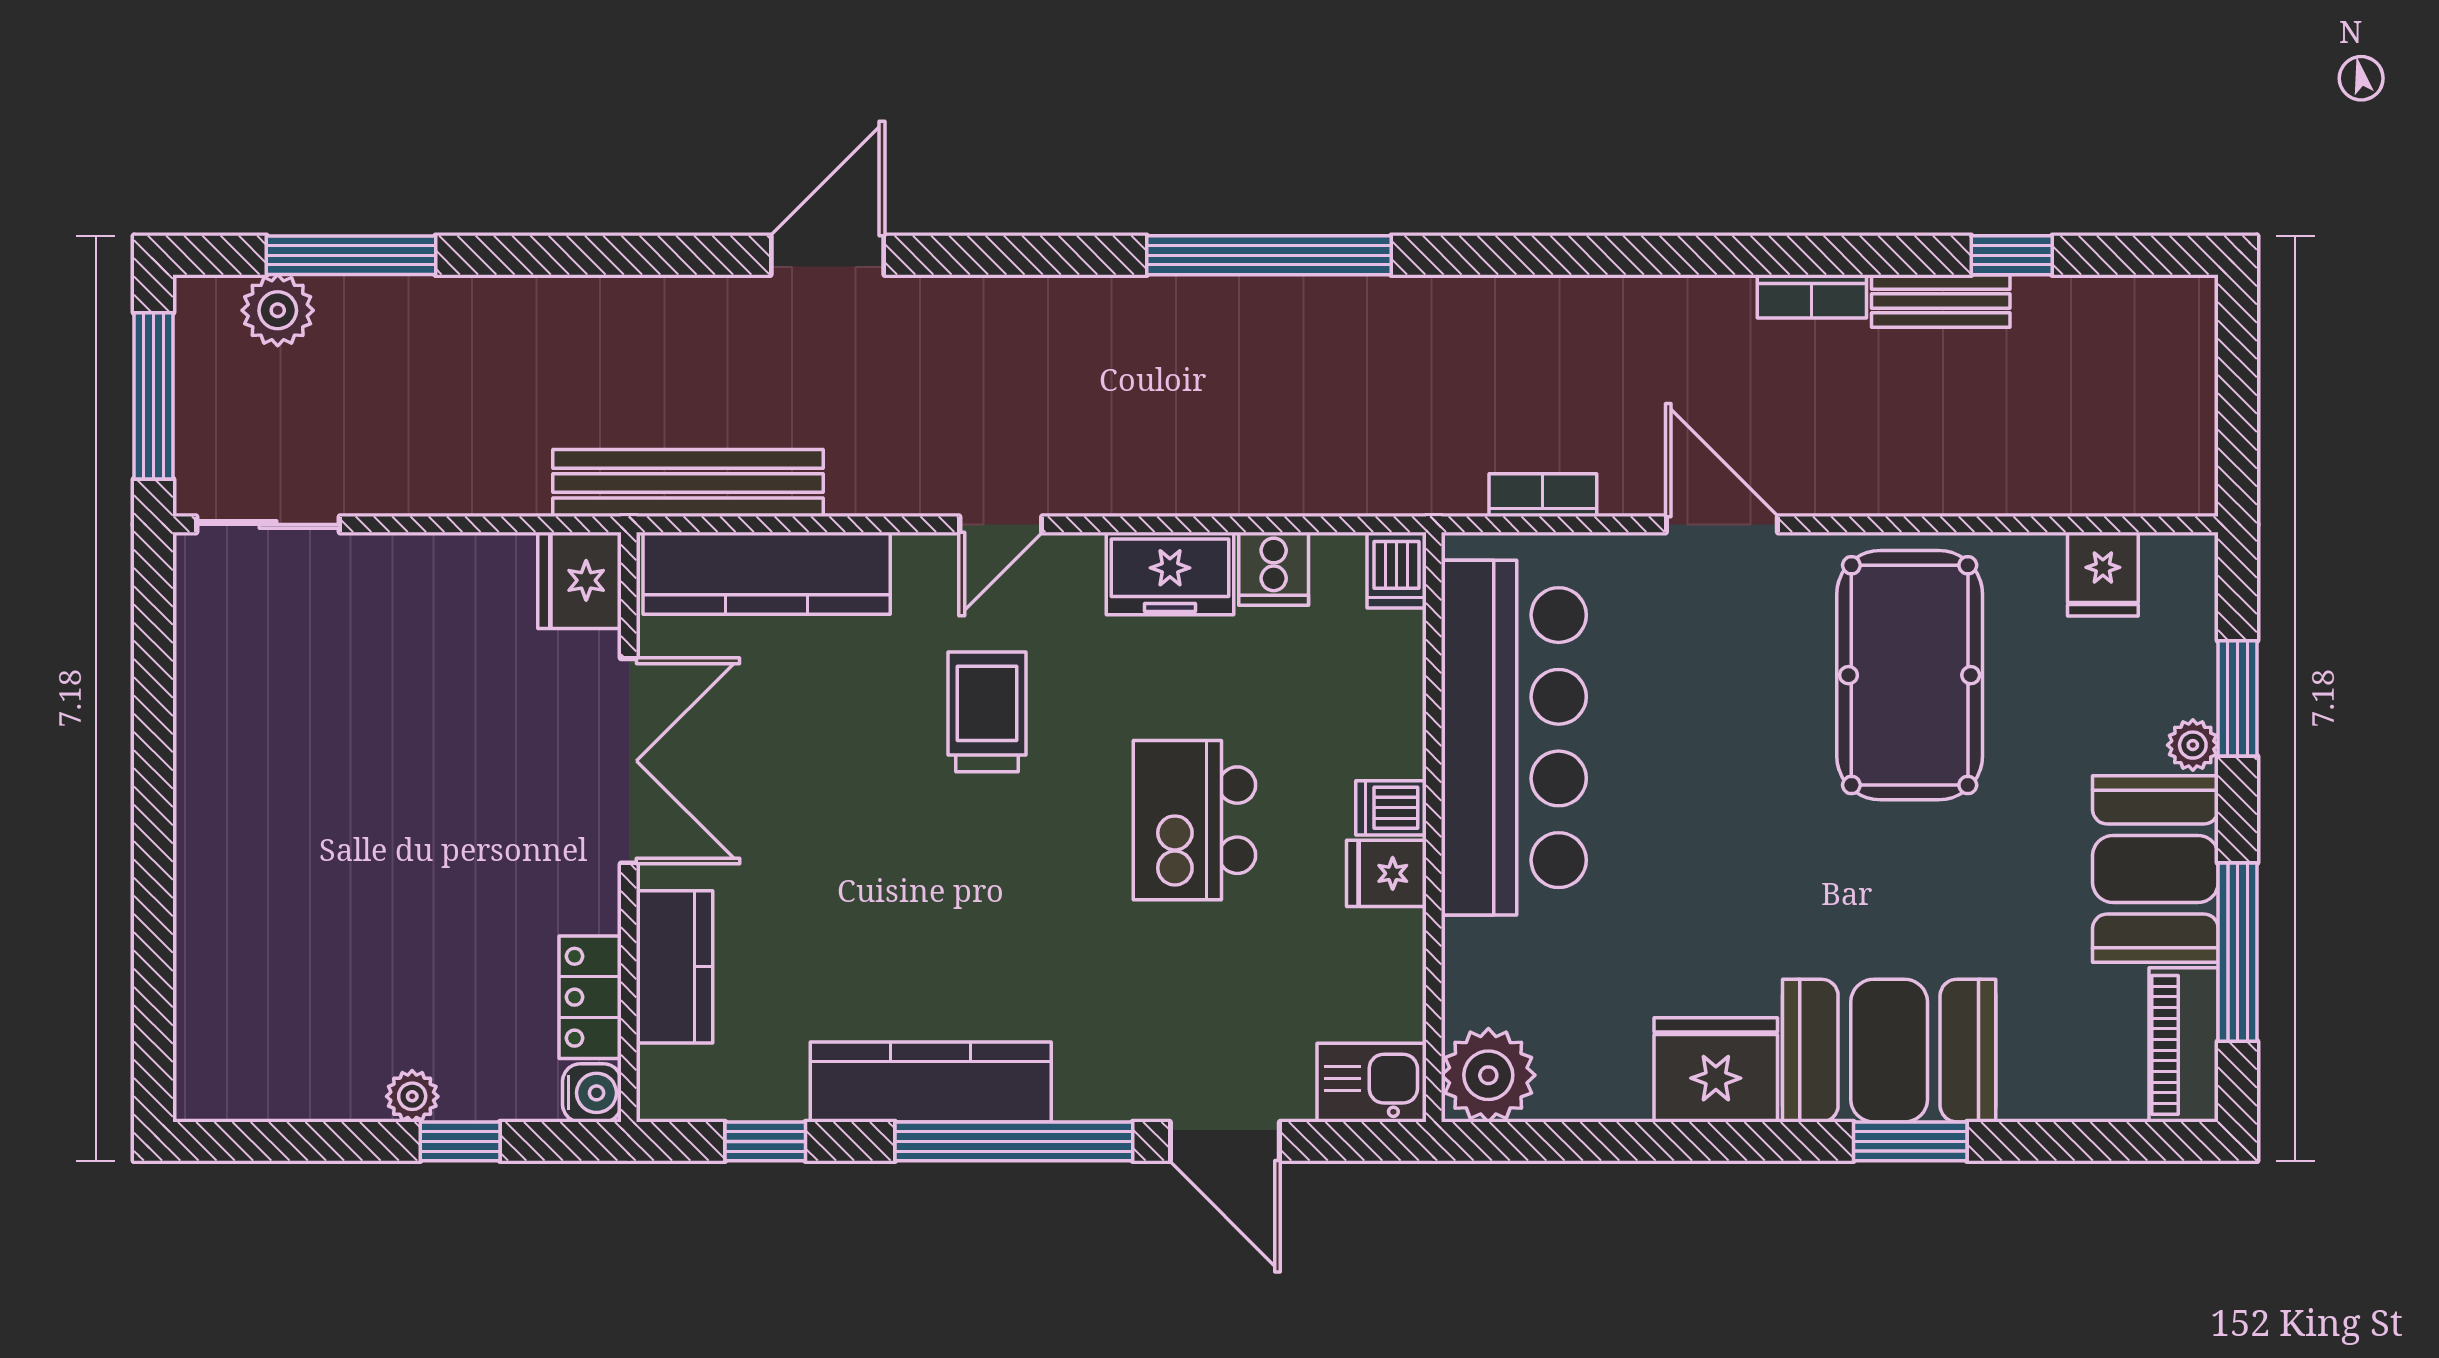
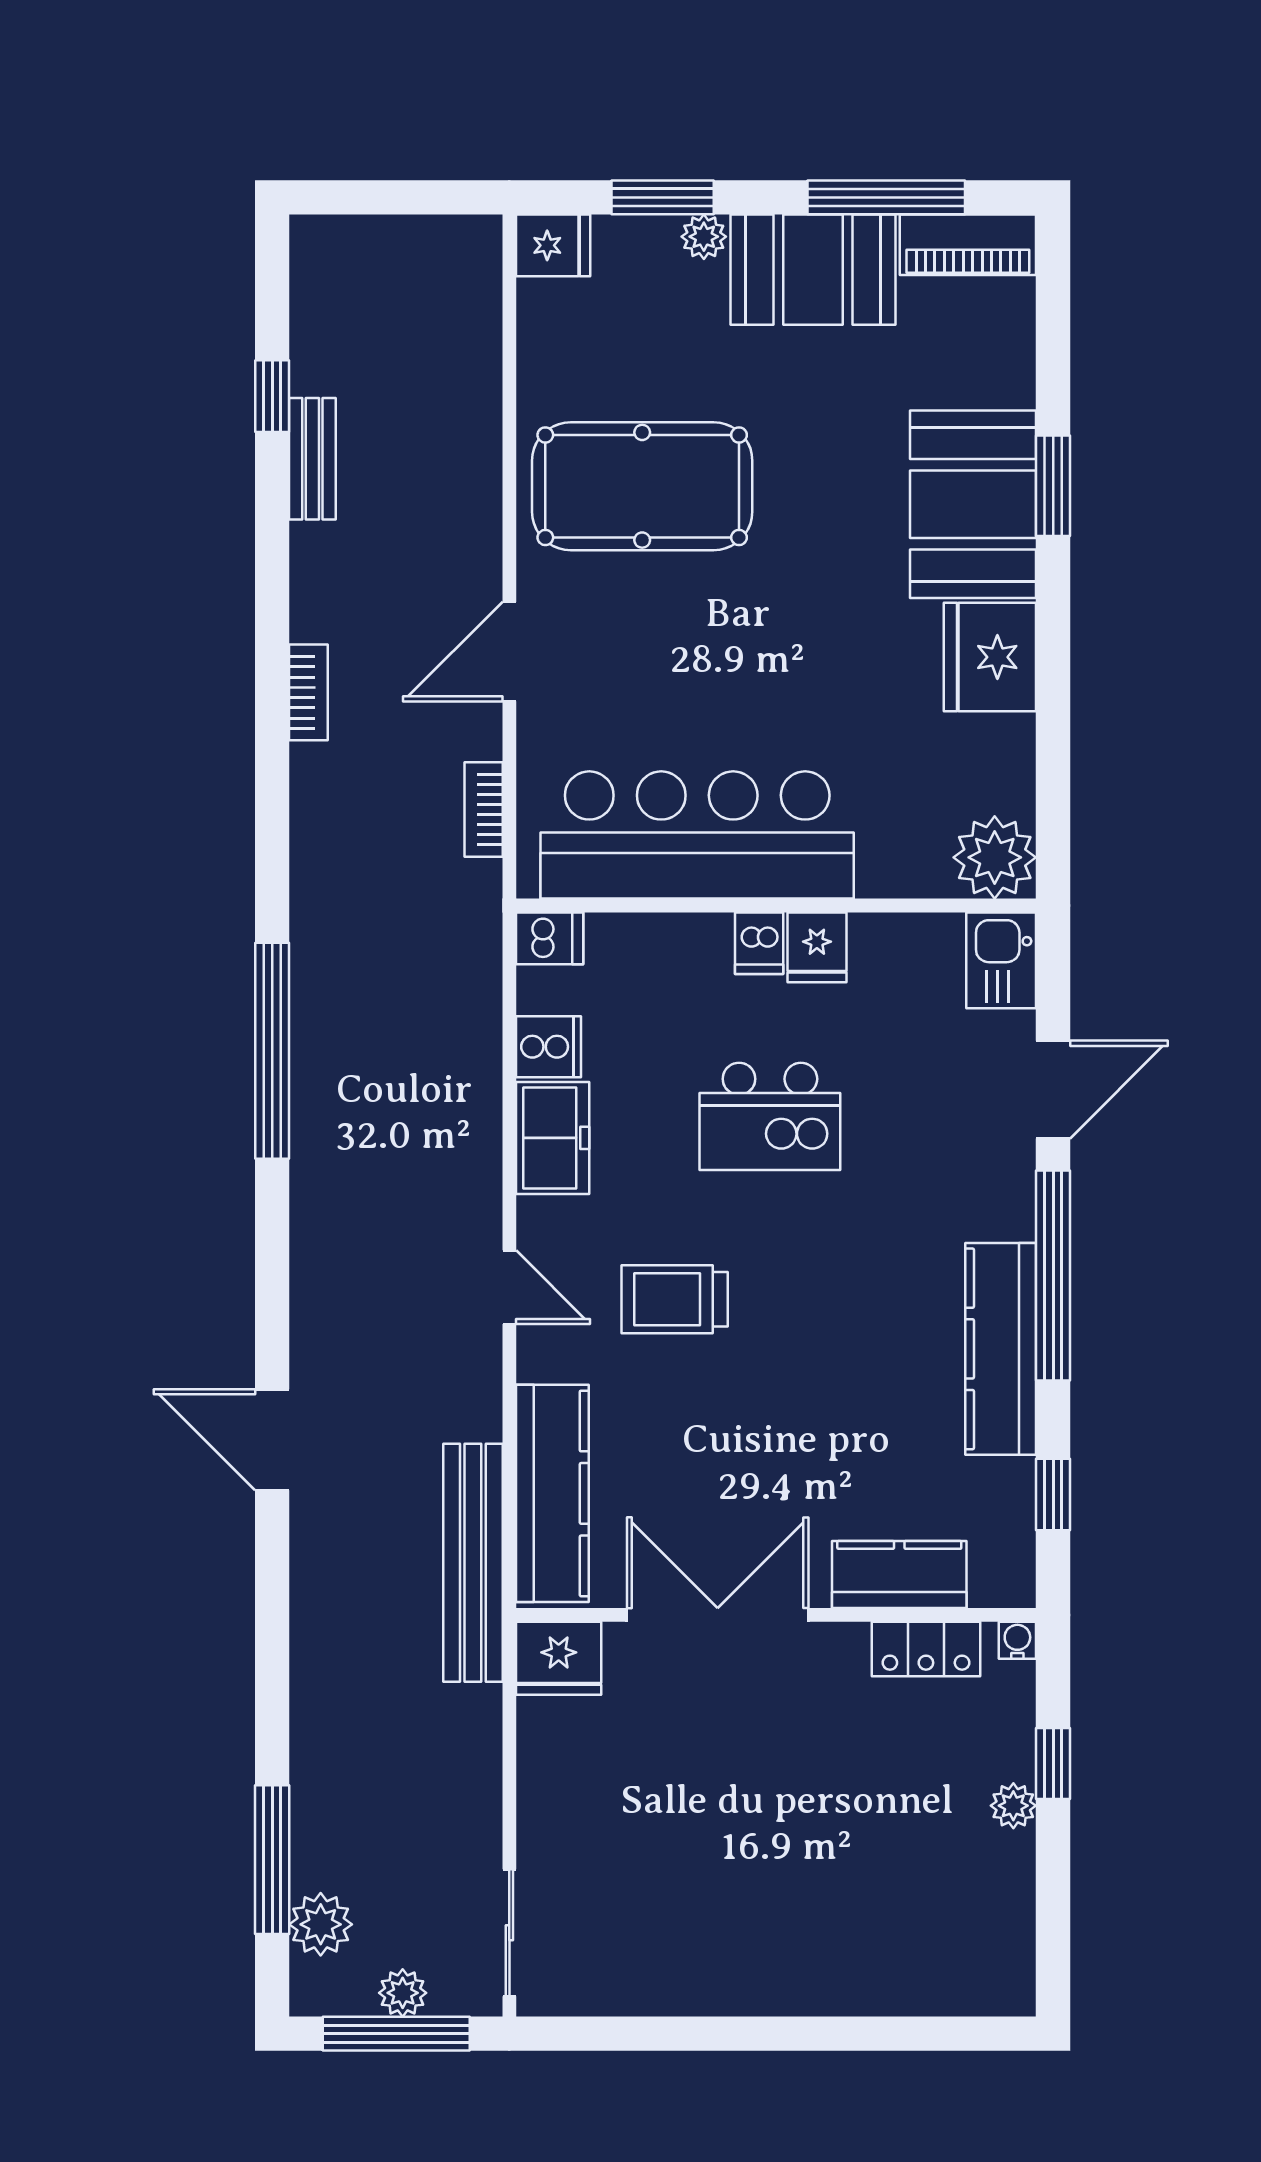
bookcase: (1812, 296) -> (308, 692), moved
plant: (200, 403) -> (403, 1993), added
fridge: (2103, 574) -> (553, 245), moved
water cooler: (592, 1093) -> (1017, 1640), width x0.72, depth x0.72

